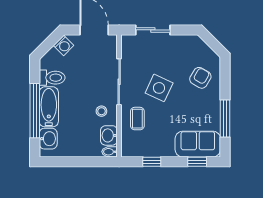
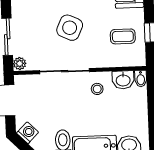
plant: (128, 41) -> (20, 64), added
coffee table: (137, 119) -> (123, 36), moved

